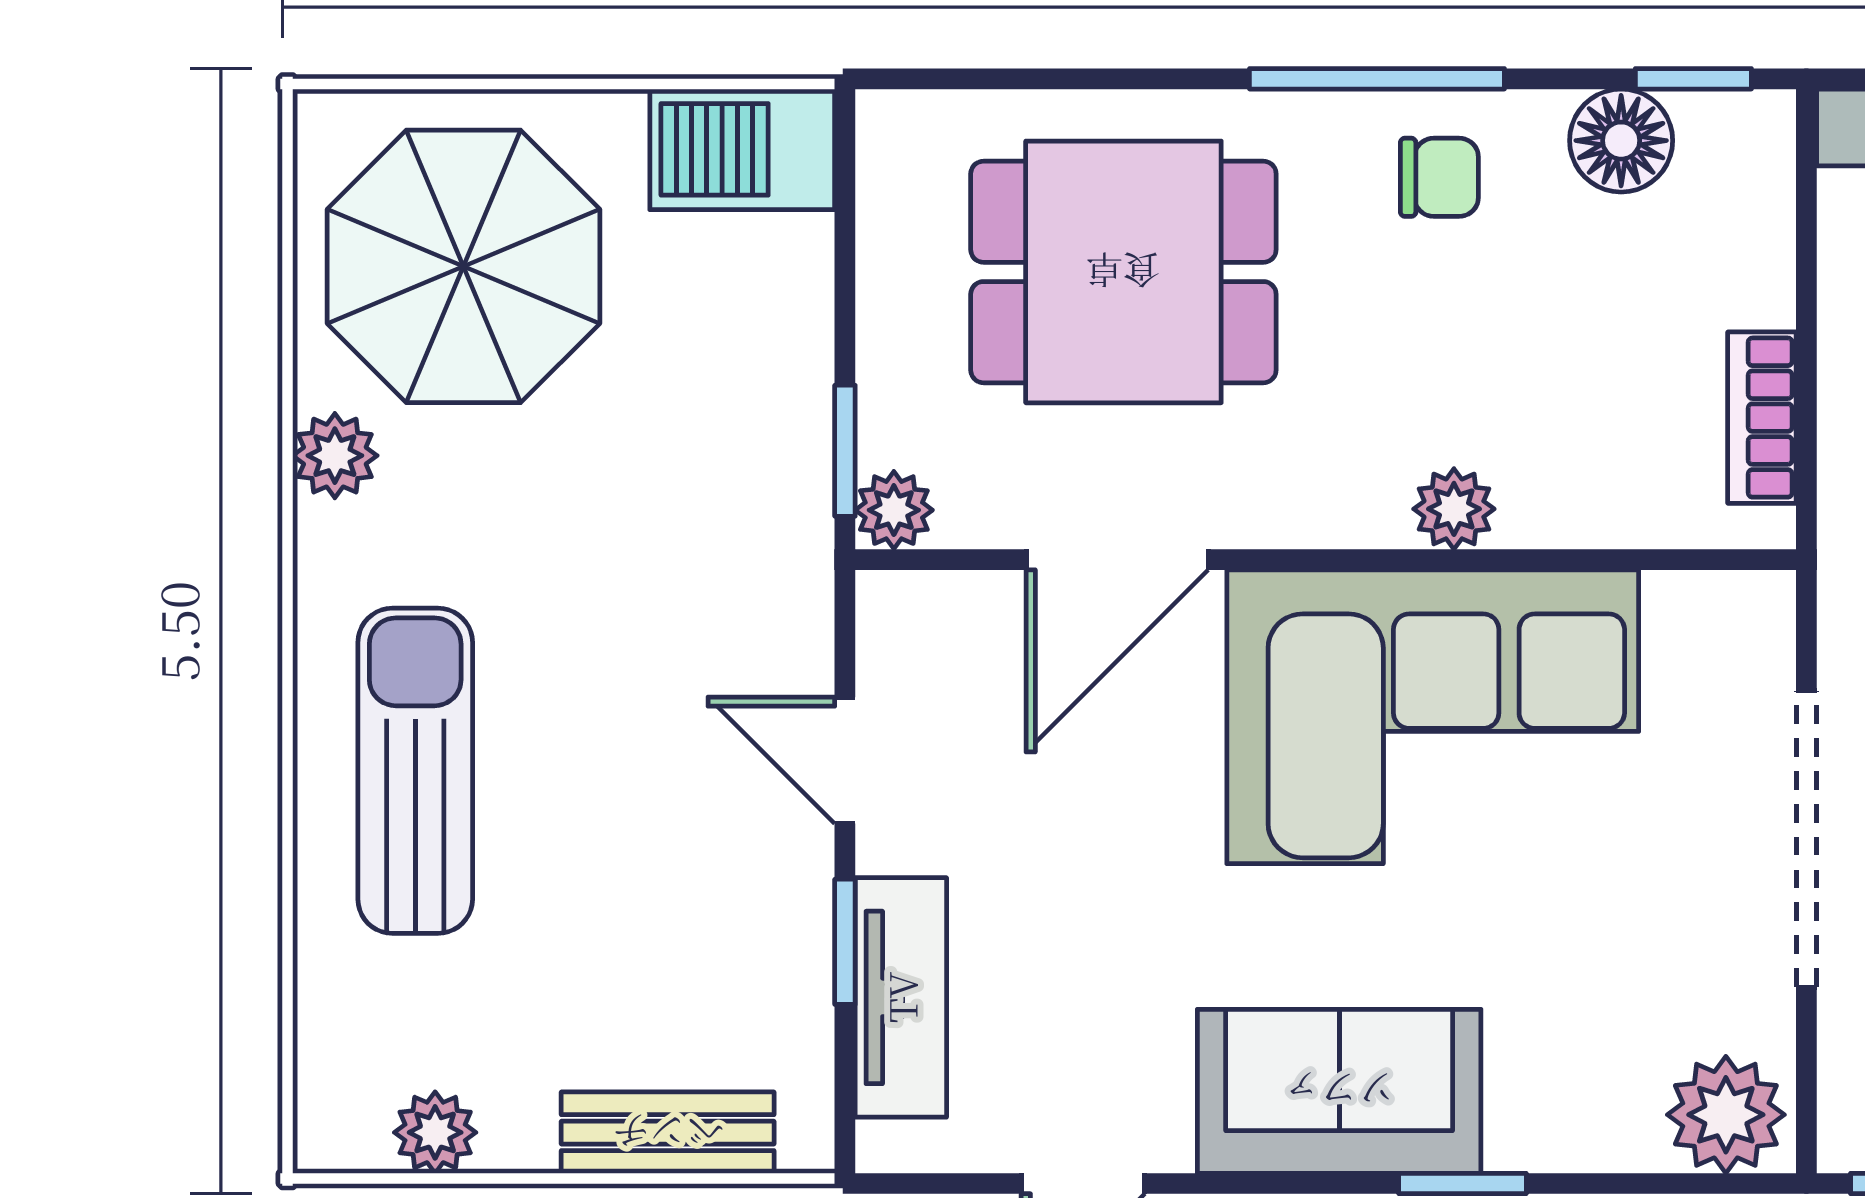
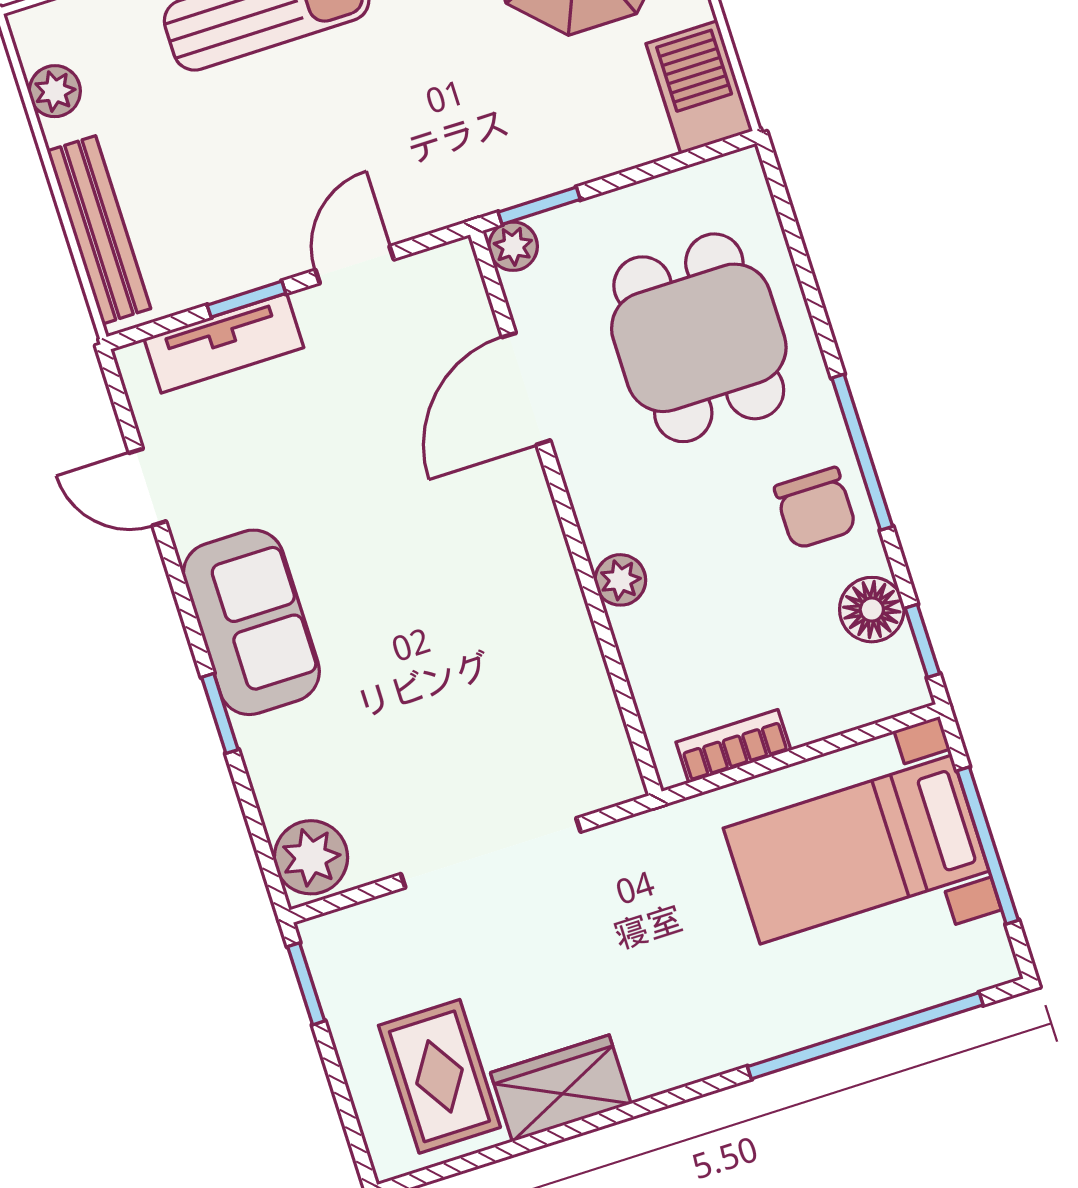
chair: (1439, 177) -> (815, 508), width x1.37, depth x1.37
door: (1117, 560) -> (526, 389), hinge flipped
corner sofa: (1433, 717) -> (492, 607), removed
bench: (668, 1133) -> (99, 230), width x1.36

